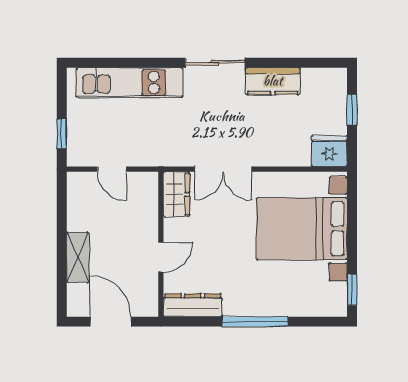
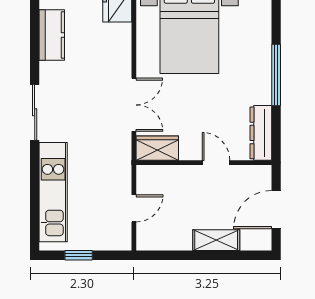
kitchen counter: (273, 81) -> (52, 35), moved
window: (62, 134) -> (79, 255), moved

